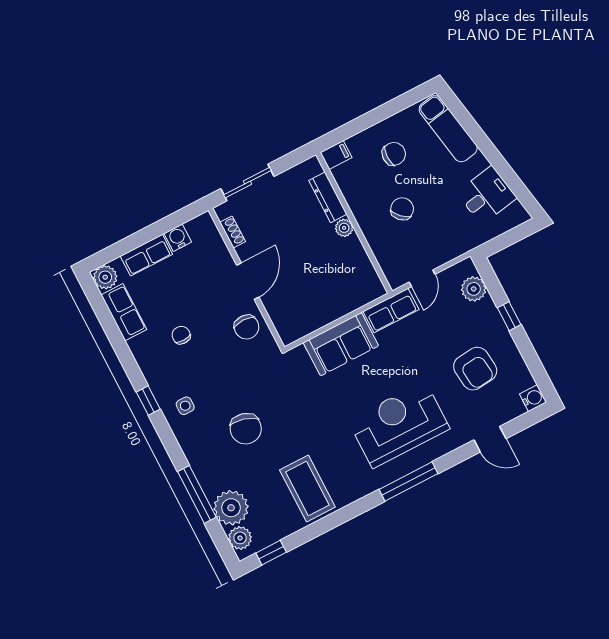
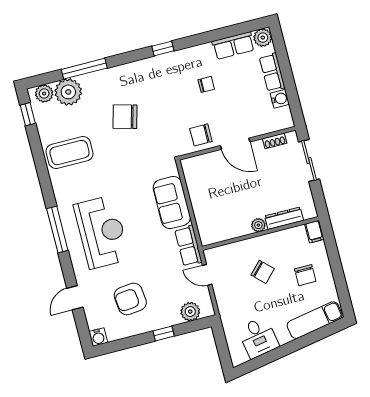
side table: (185, 406) -> (153, 75), removed

